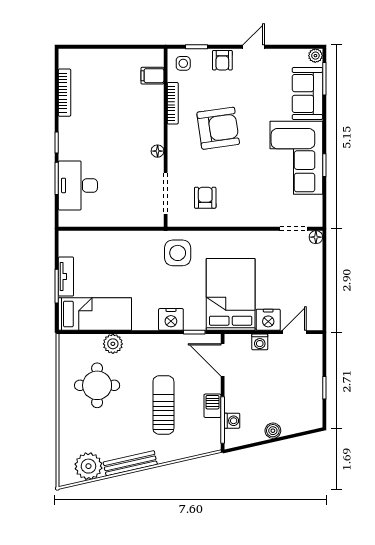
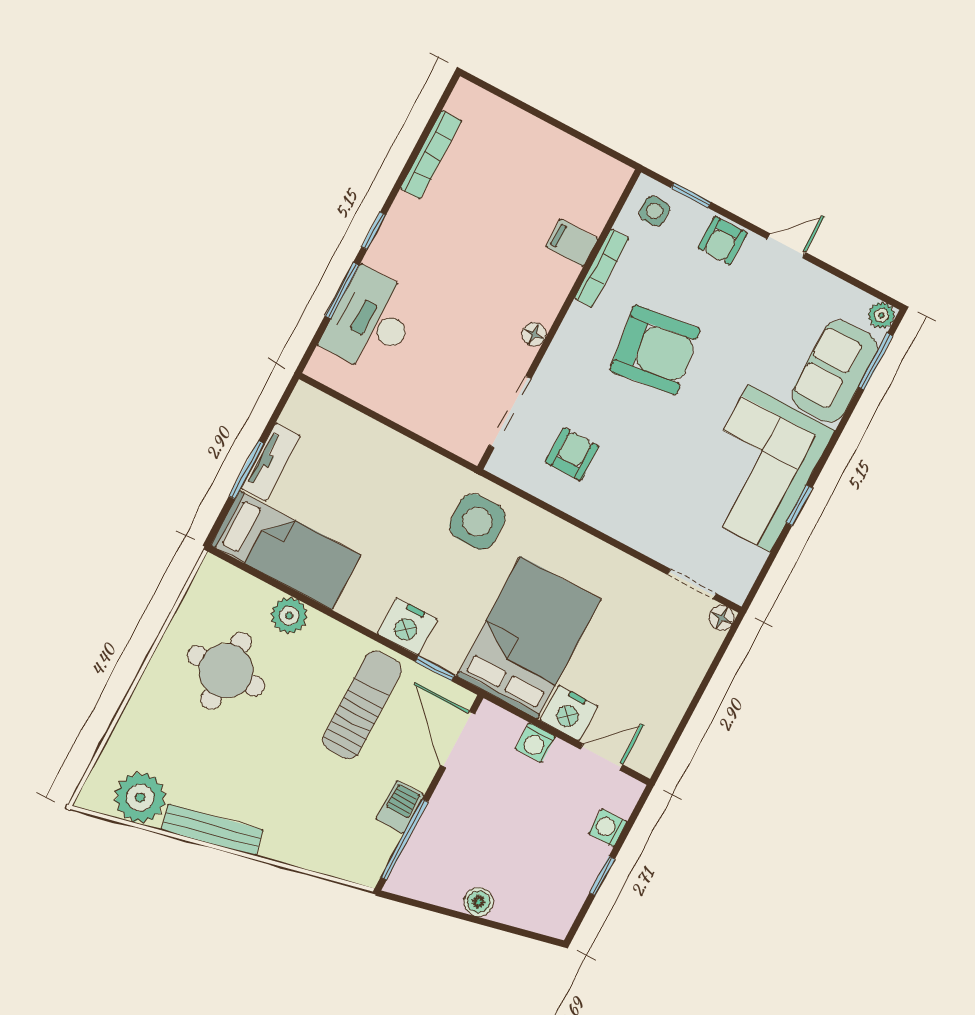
filing cabinet: (152, 76) -> (572, 243), moved
sun lounger: (163, 405) -> (362, 705), moved
washing machine: (232, 421) -> (608, 828), moved, turned 180

